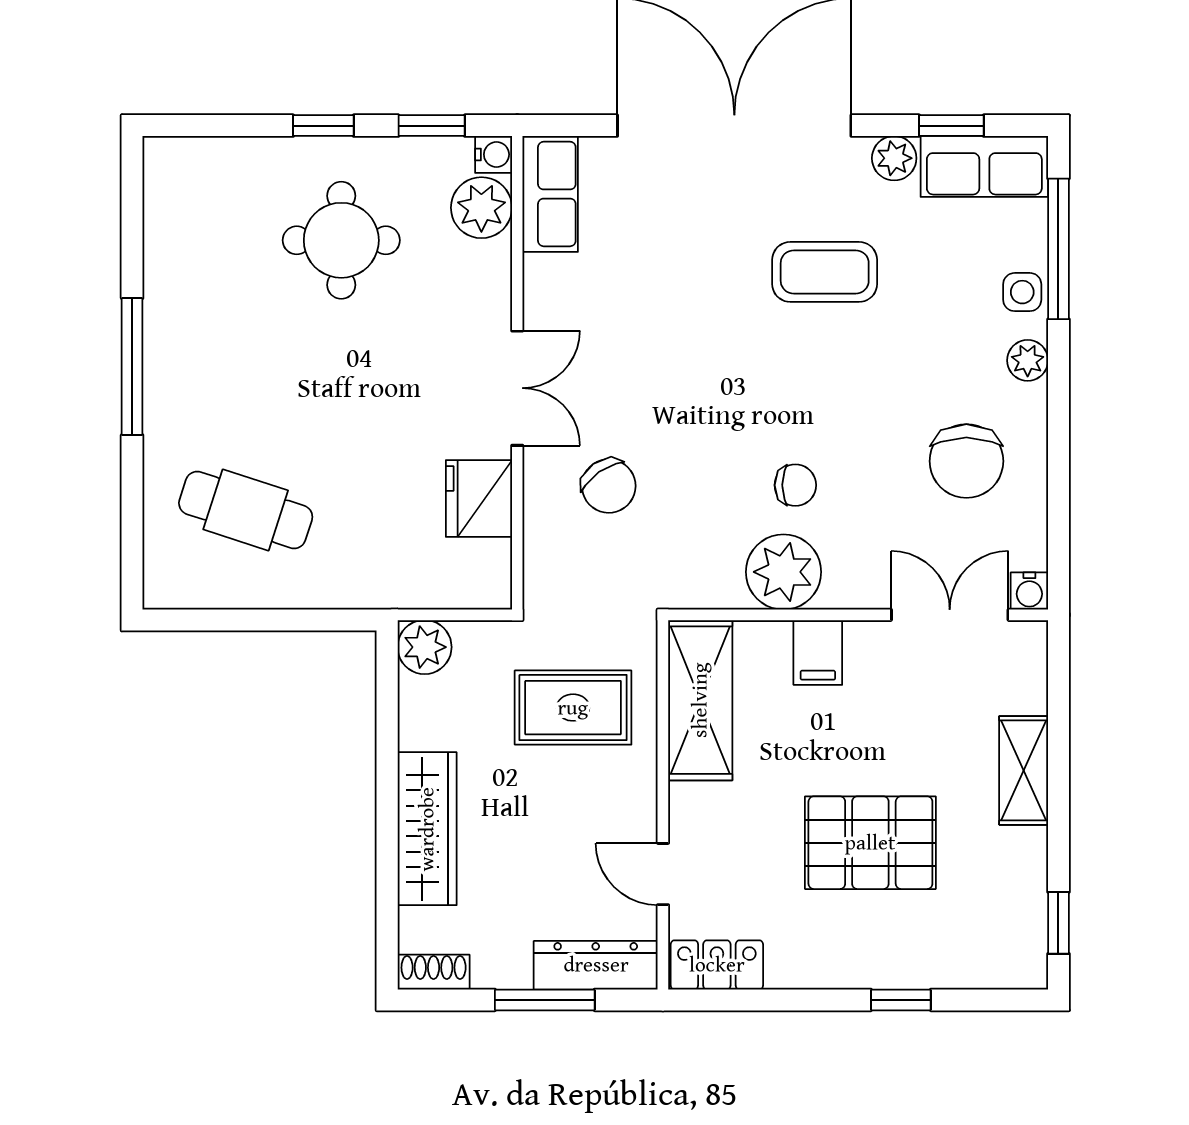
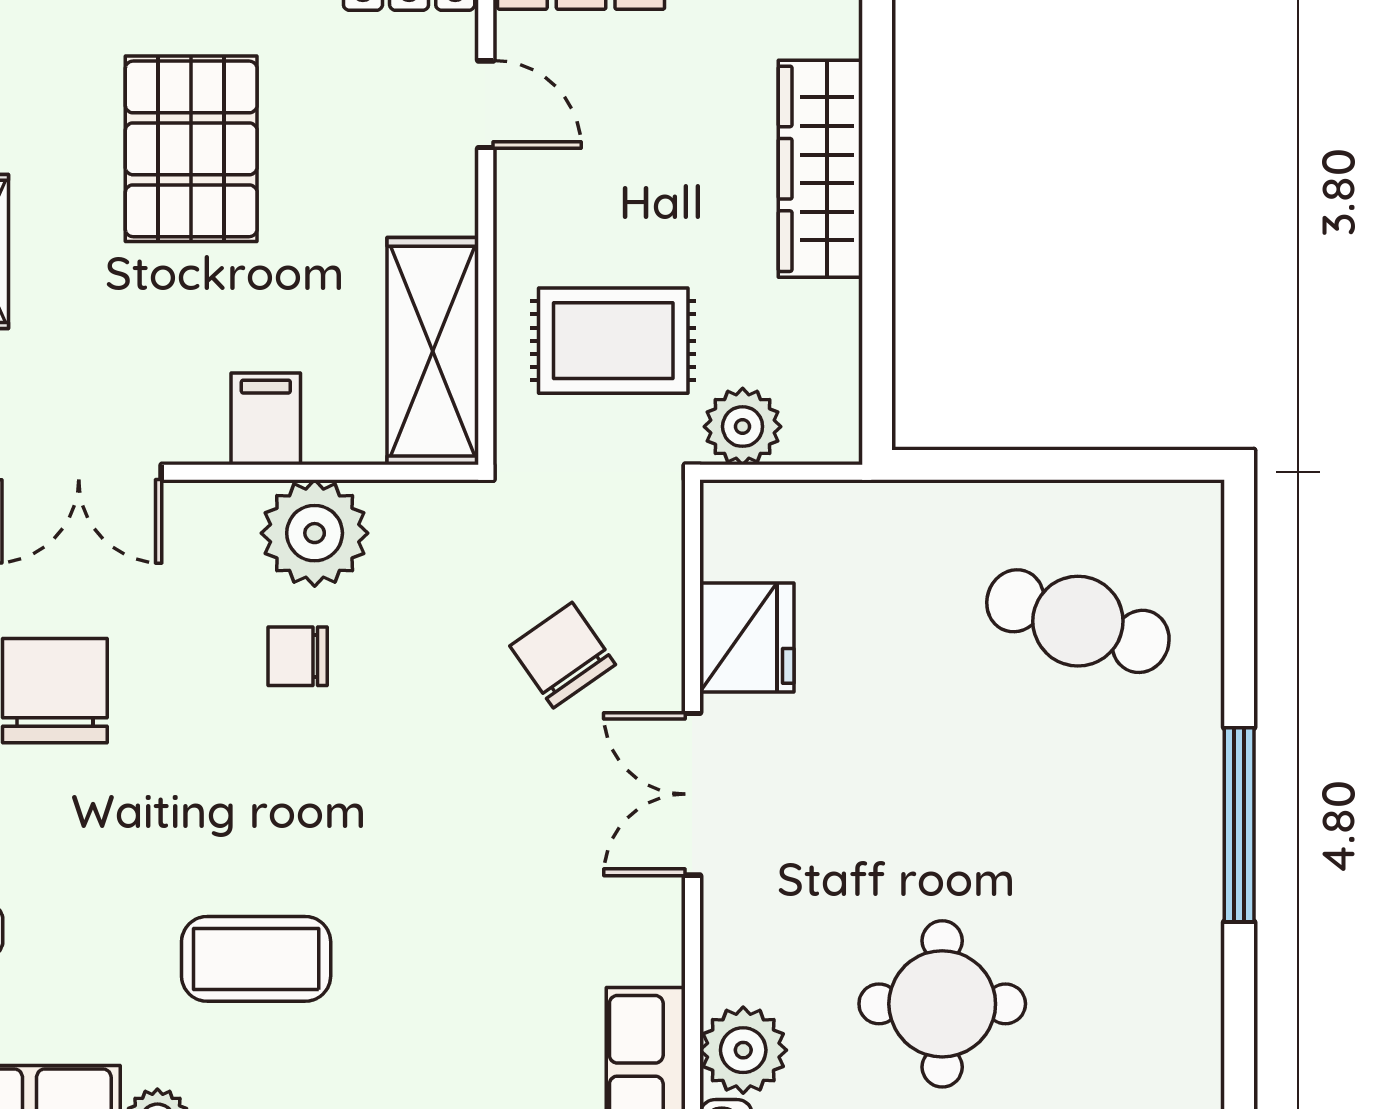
plant: (425, 647) -> (743, 427), moved
pallet: (870, 843) -> (191, 149), turned 90

